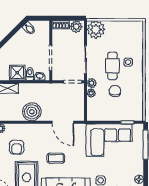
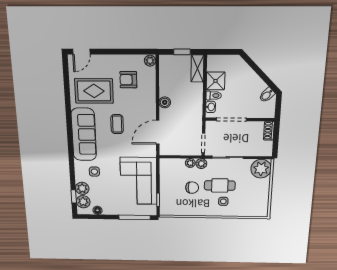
plant: (76, 27) -> (266, 148), removed
boiler: (32, 112) -> (165, 102), width x0.54, depth x0.54

